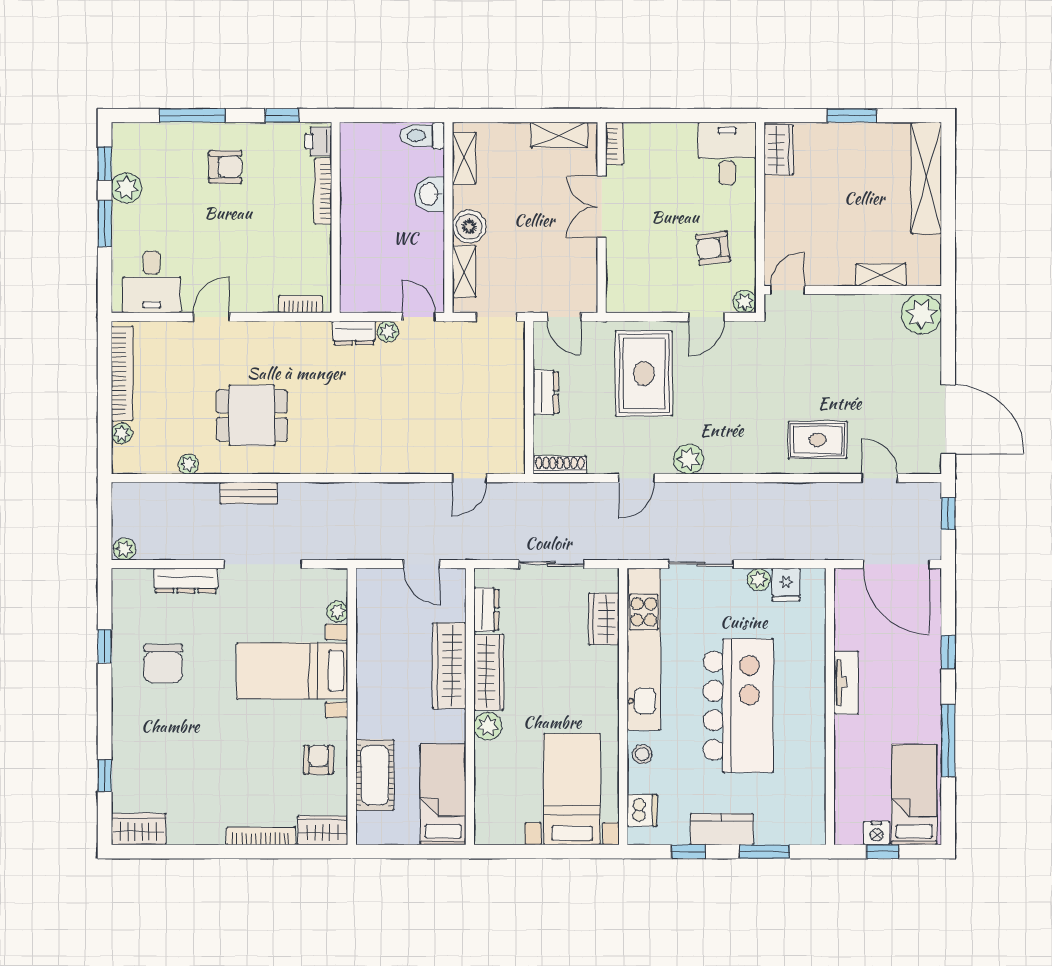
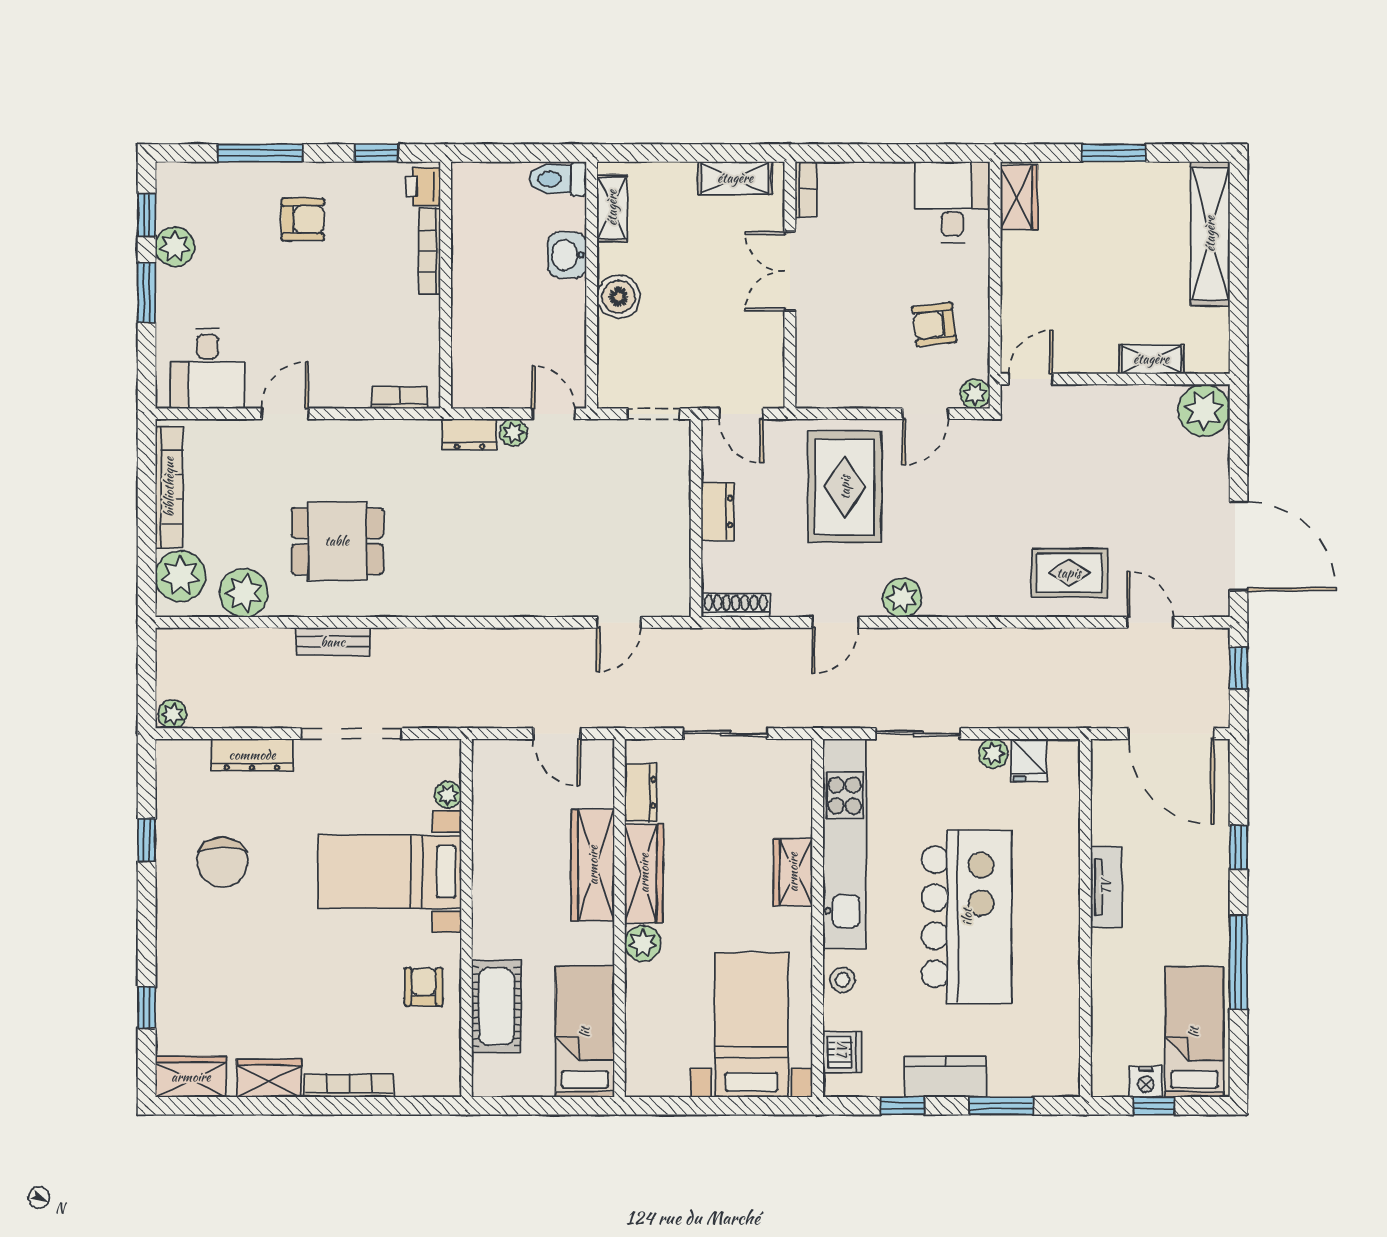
shelving: (464, 271) -> (612, 355), removed
plant: (122, 433) -> (181, 576), width x1.87, depth x1.87
plant: (188, 464) -> (244, 593), width x1.88, depth x1.88
wardrobe: (604, 619) -> (793, 872), moved
wardrobe: (323, 830) -> (269, 1078), moved

